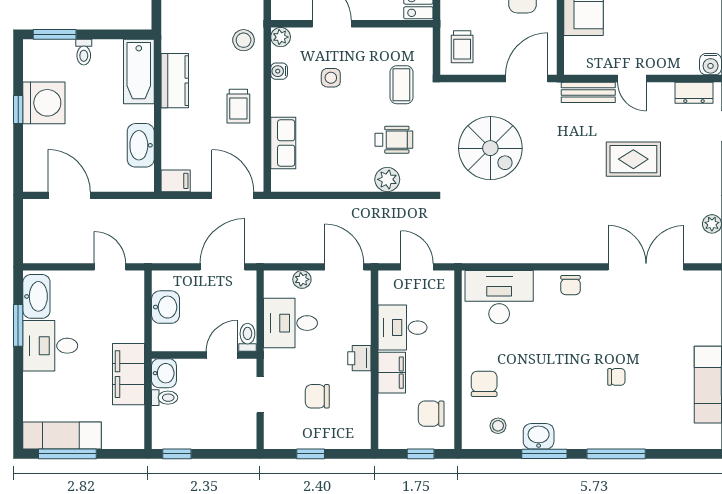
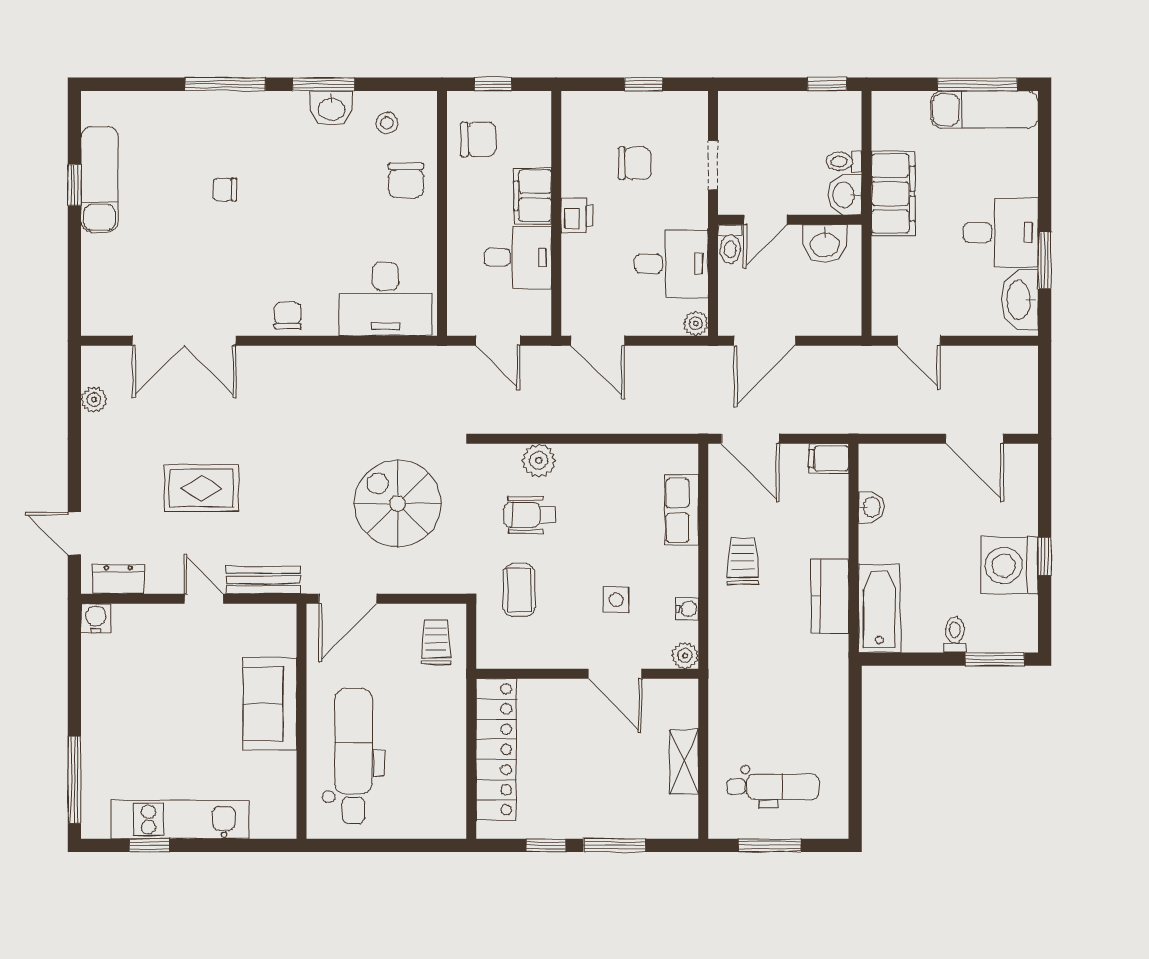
stool: (244, 40) -> (736, 651), removed
washbasin: (141, 145) -> (871, 507), width x0.52, depth x0.69
plant: (302, 279) -> (696, 323), moved
washbasin: (166, 307) -> (825, 244), moved, turned -90

